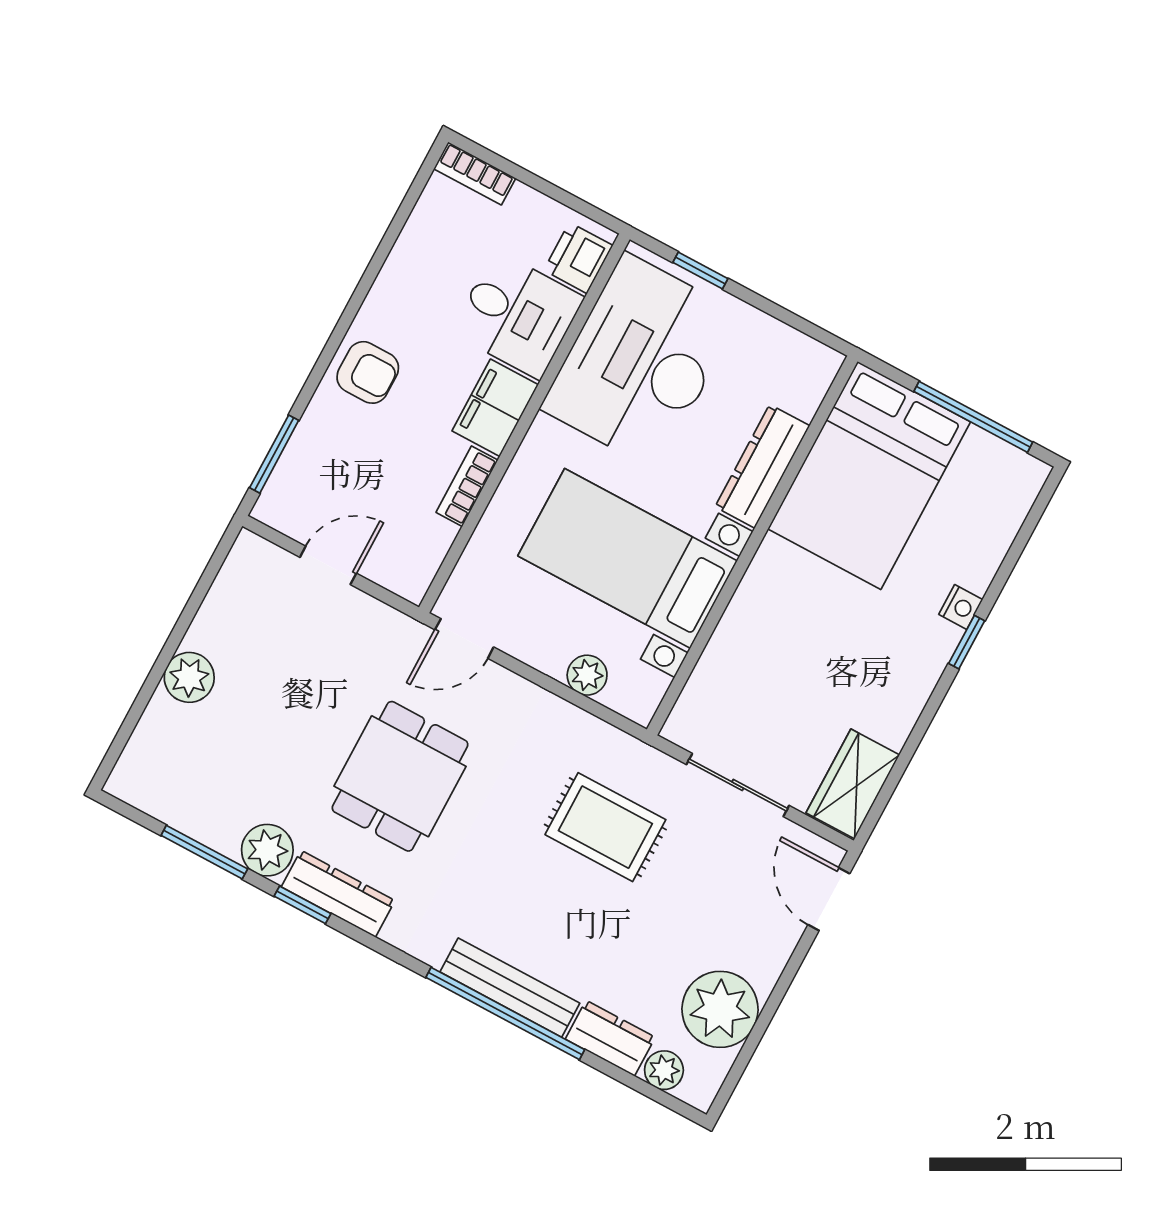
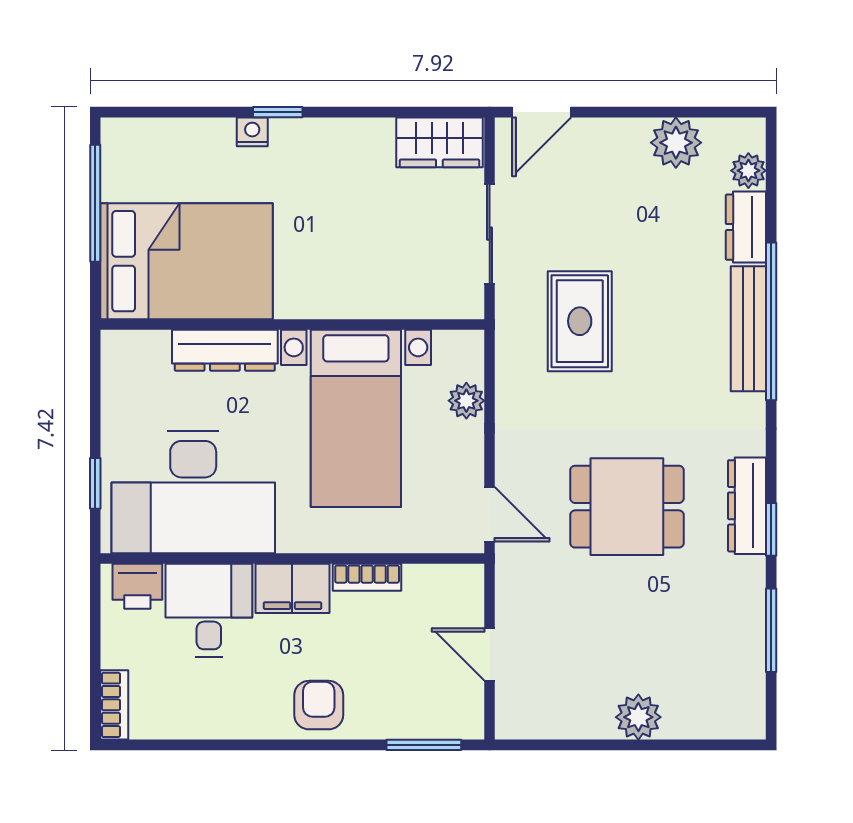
plant: (267, 850) -> (743, 581), removed
plant: (720, 1009) -> (676, 143), width x0.73, depth x0.73

